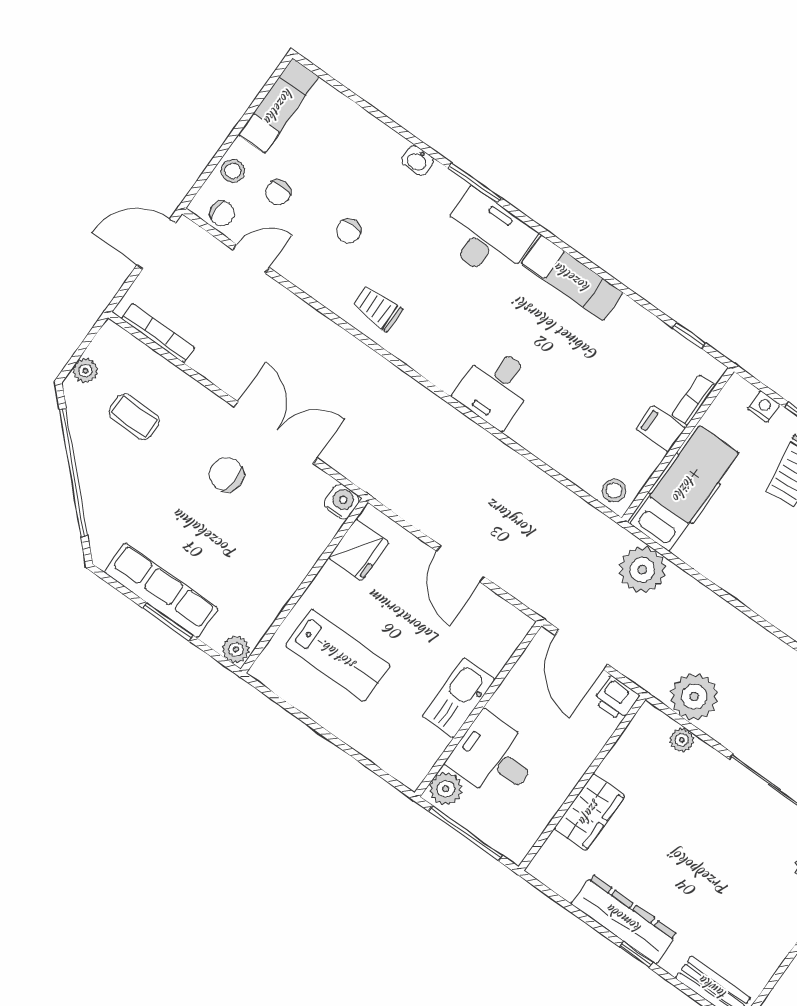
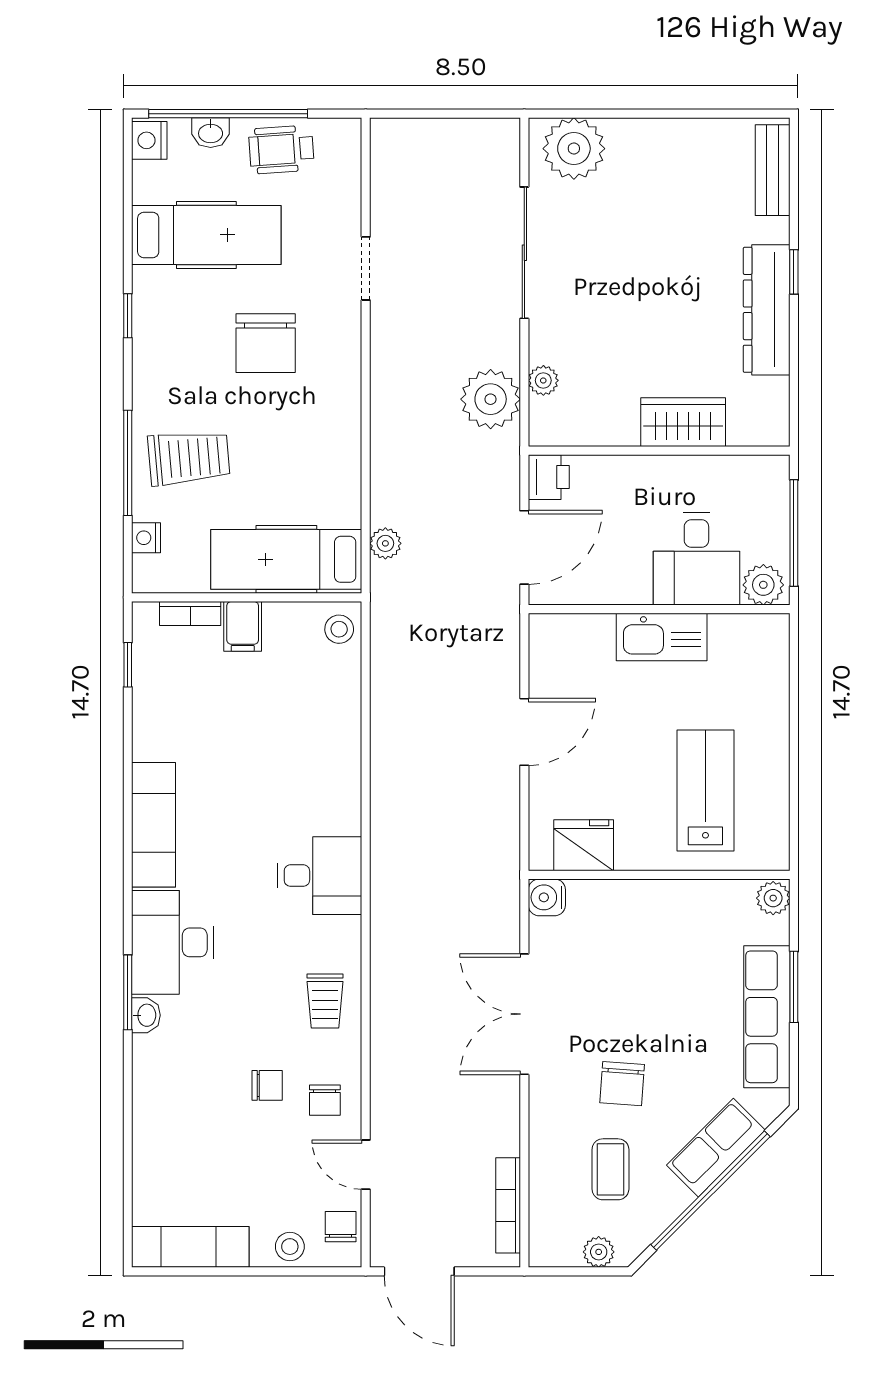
washbasin: (418, 161) -> (146, 1015), moved
chair: (278, 192) -> (325, 1100), moved, turned 90
desk: (496, 387) -> (320, 876), moved
chair: (226, 474) -> (622, 1084), moved
row of seats: (99, 496) -> (716, 1148), added
plant: (642, 570) -> (385, 543), width x0.53, depth x0.53

